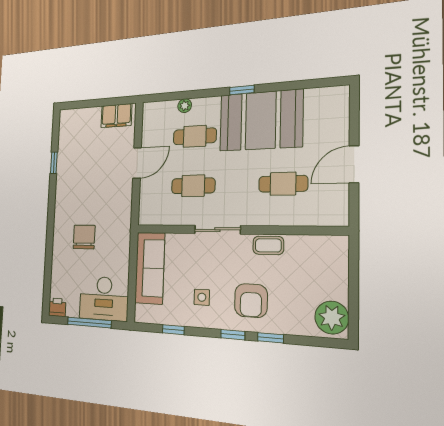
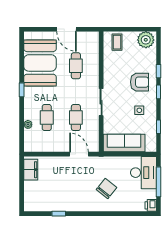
booth: (261, 120) -> (40, 63), moved
door: (137, 163) -> (79, 154), moved
chair: (84, 237) -> (107, 188), turned 129
coffee table: (268, 245) -> (117, 42), moved

